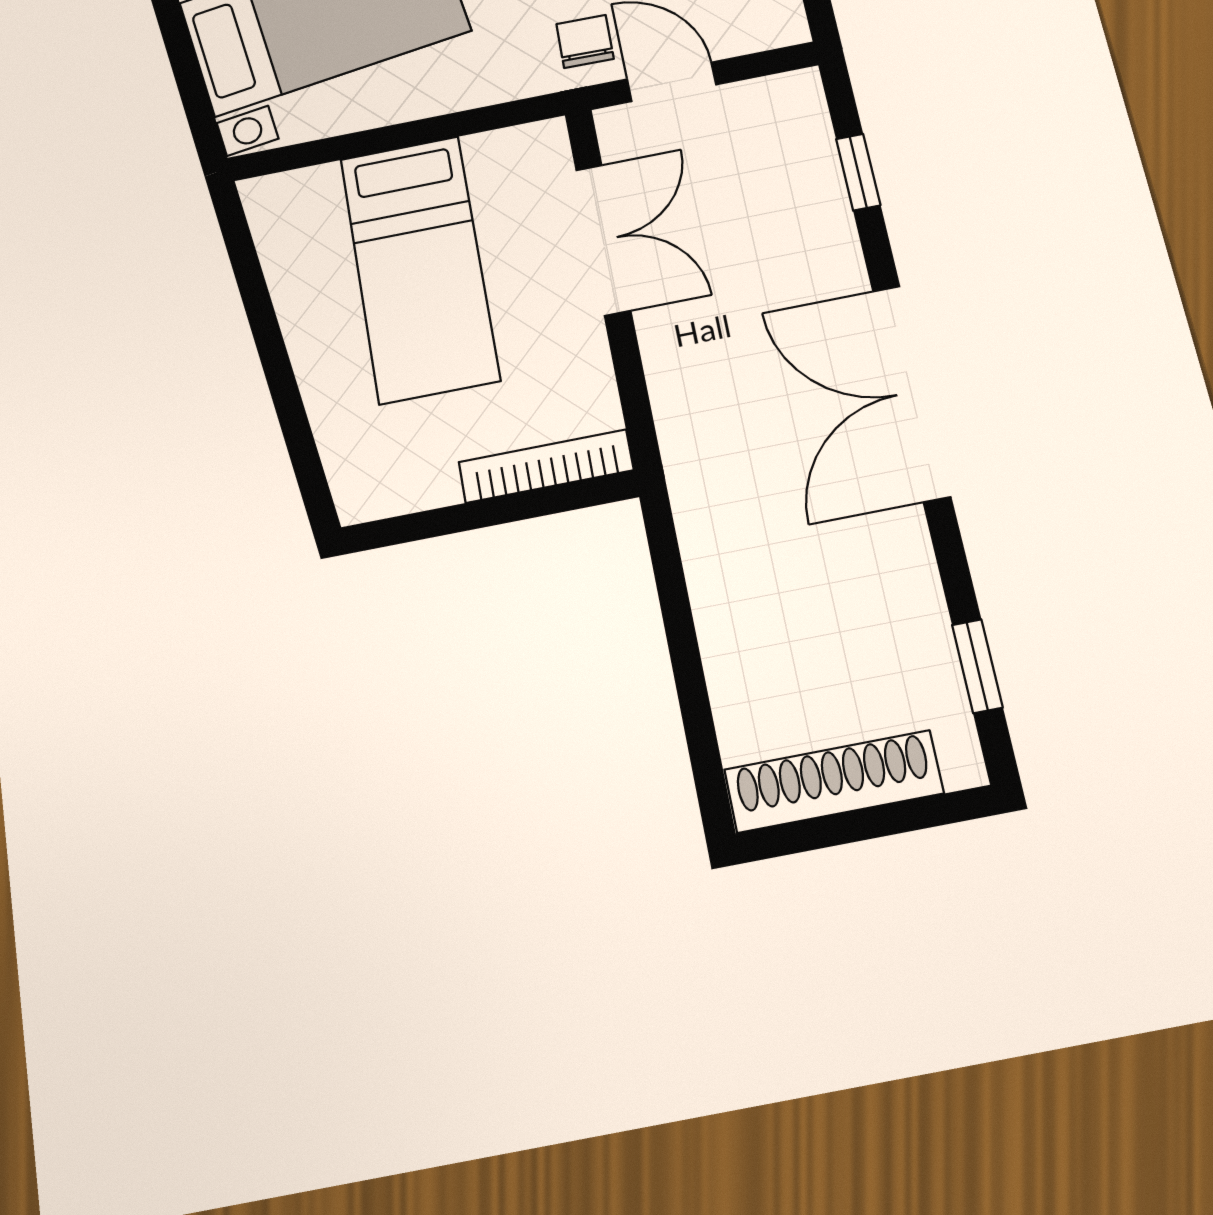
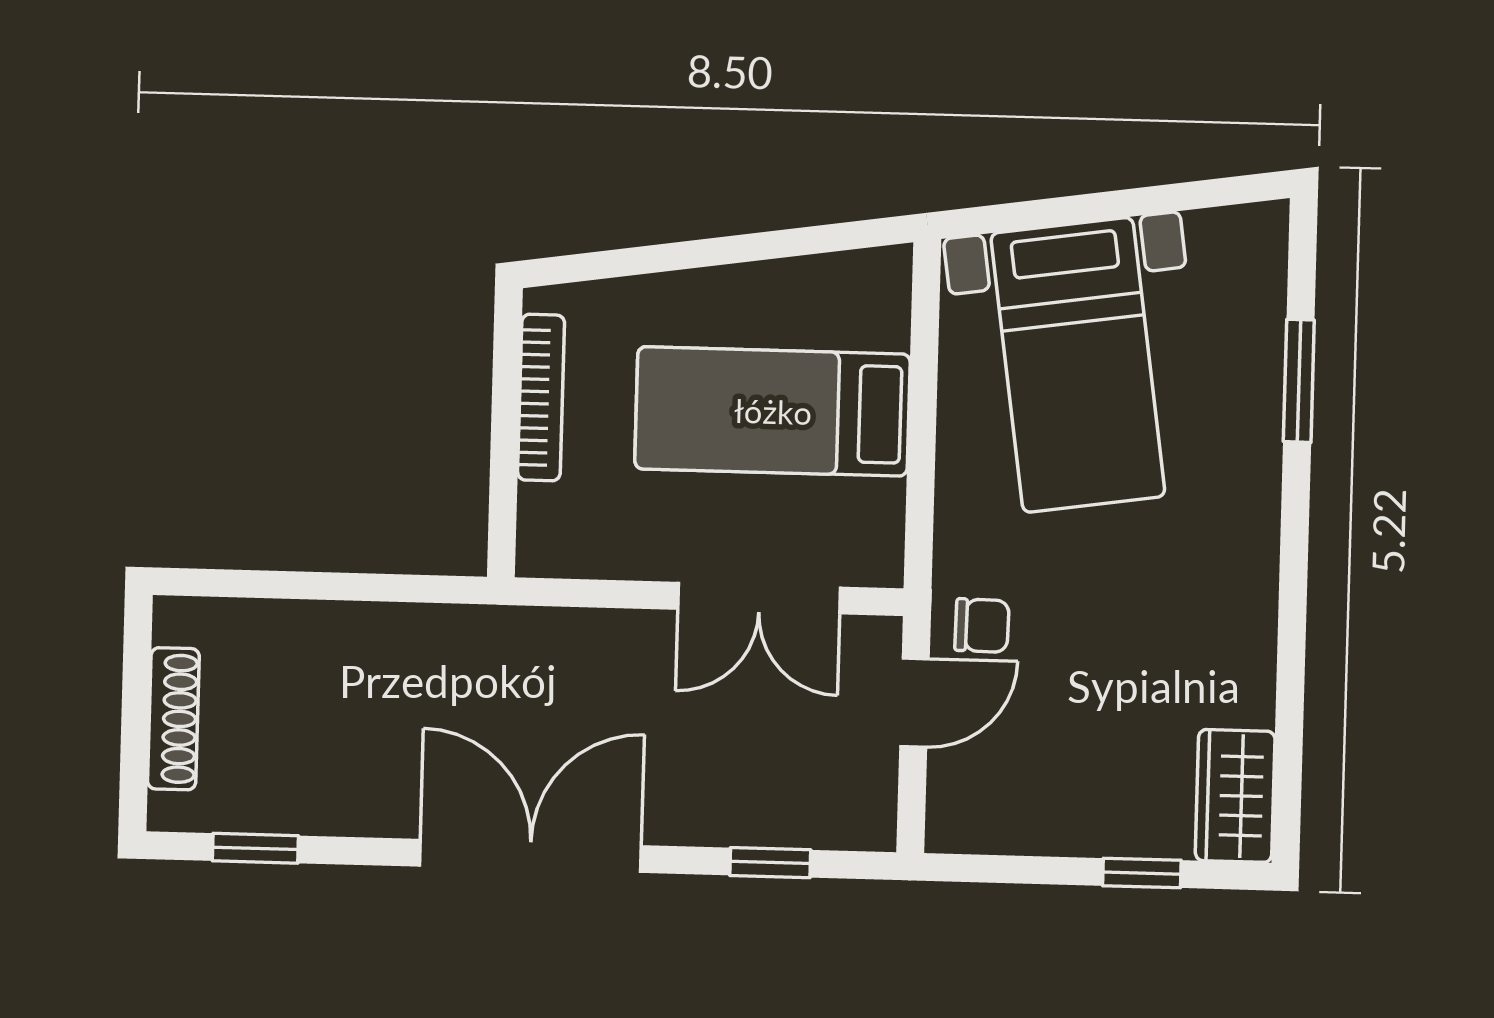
bookcase: (546, 466) -> (541, 398), moved
shoe rack: (834, 781) -> (173, 719), width x0.74, depth x0.81

